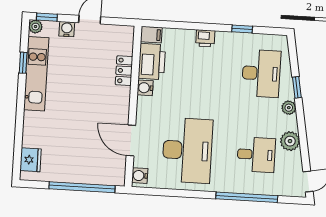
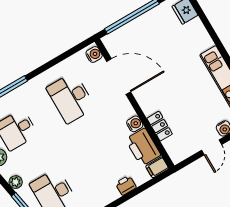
printer: (205, 38) -> (126, 185), moved
door: (131, 141) -> (119, 77), width x1.36
desk: (187, 150) -> (71, 98), width x0.73, depth x0.77

